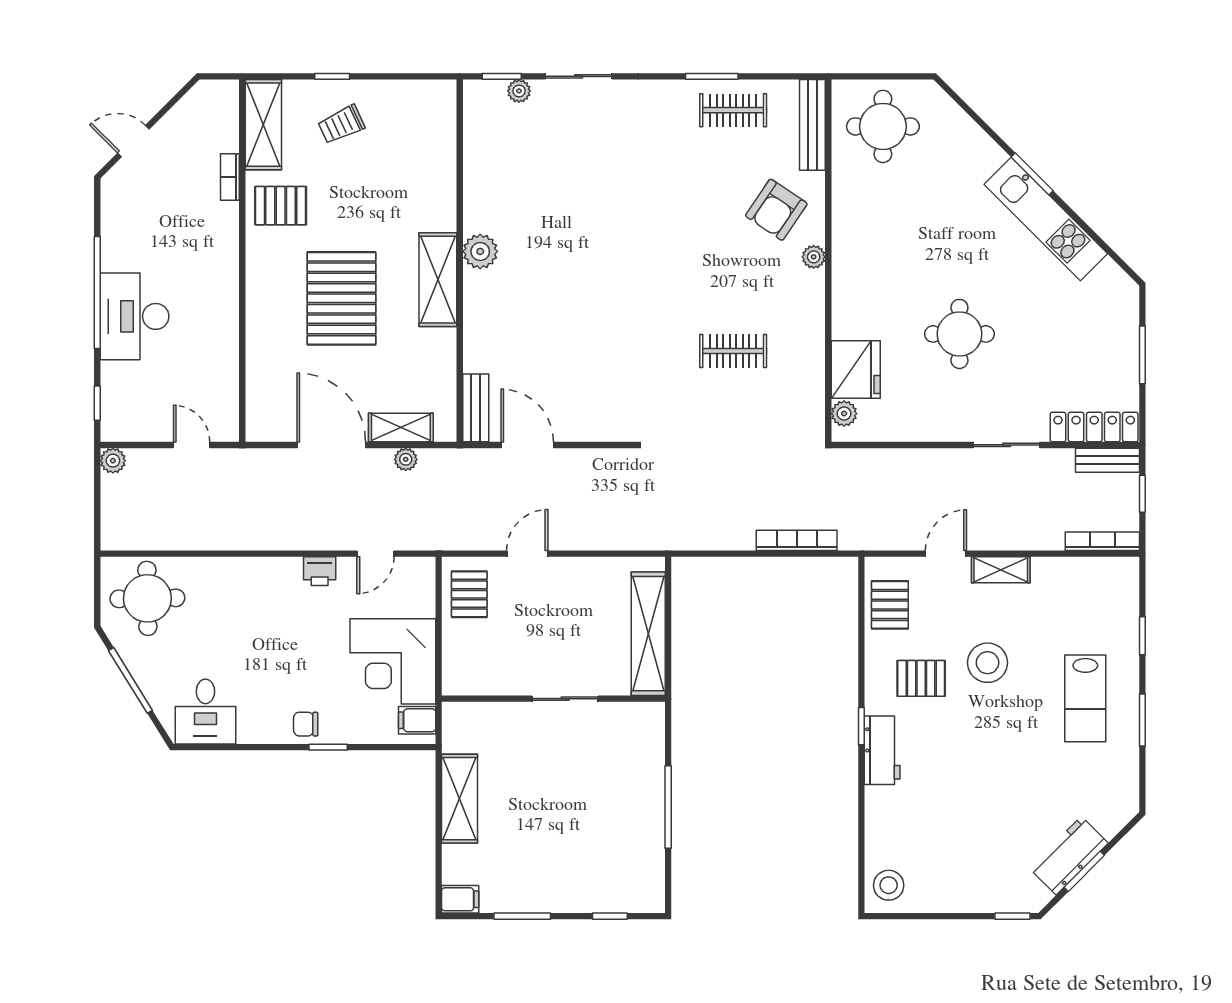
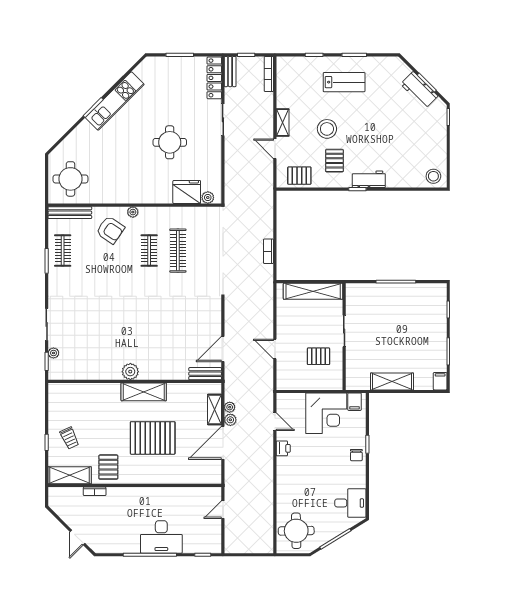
clothes rail: (733, 291) -> (149, 251), added
clothes rail: (733, 351) -> (178, 251), width x1.36
plant: (113, 461) -> (230, 420), moved
bookcase: (797, 540) -> (268, 251), moved, width x0.64
pallet: (469, 594) -> (318, 356), moved

